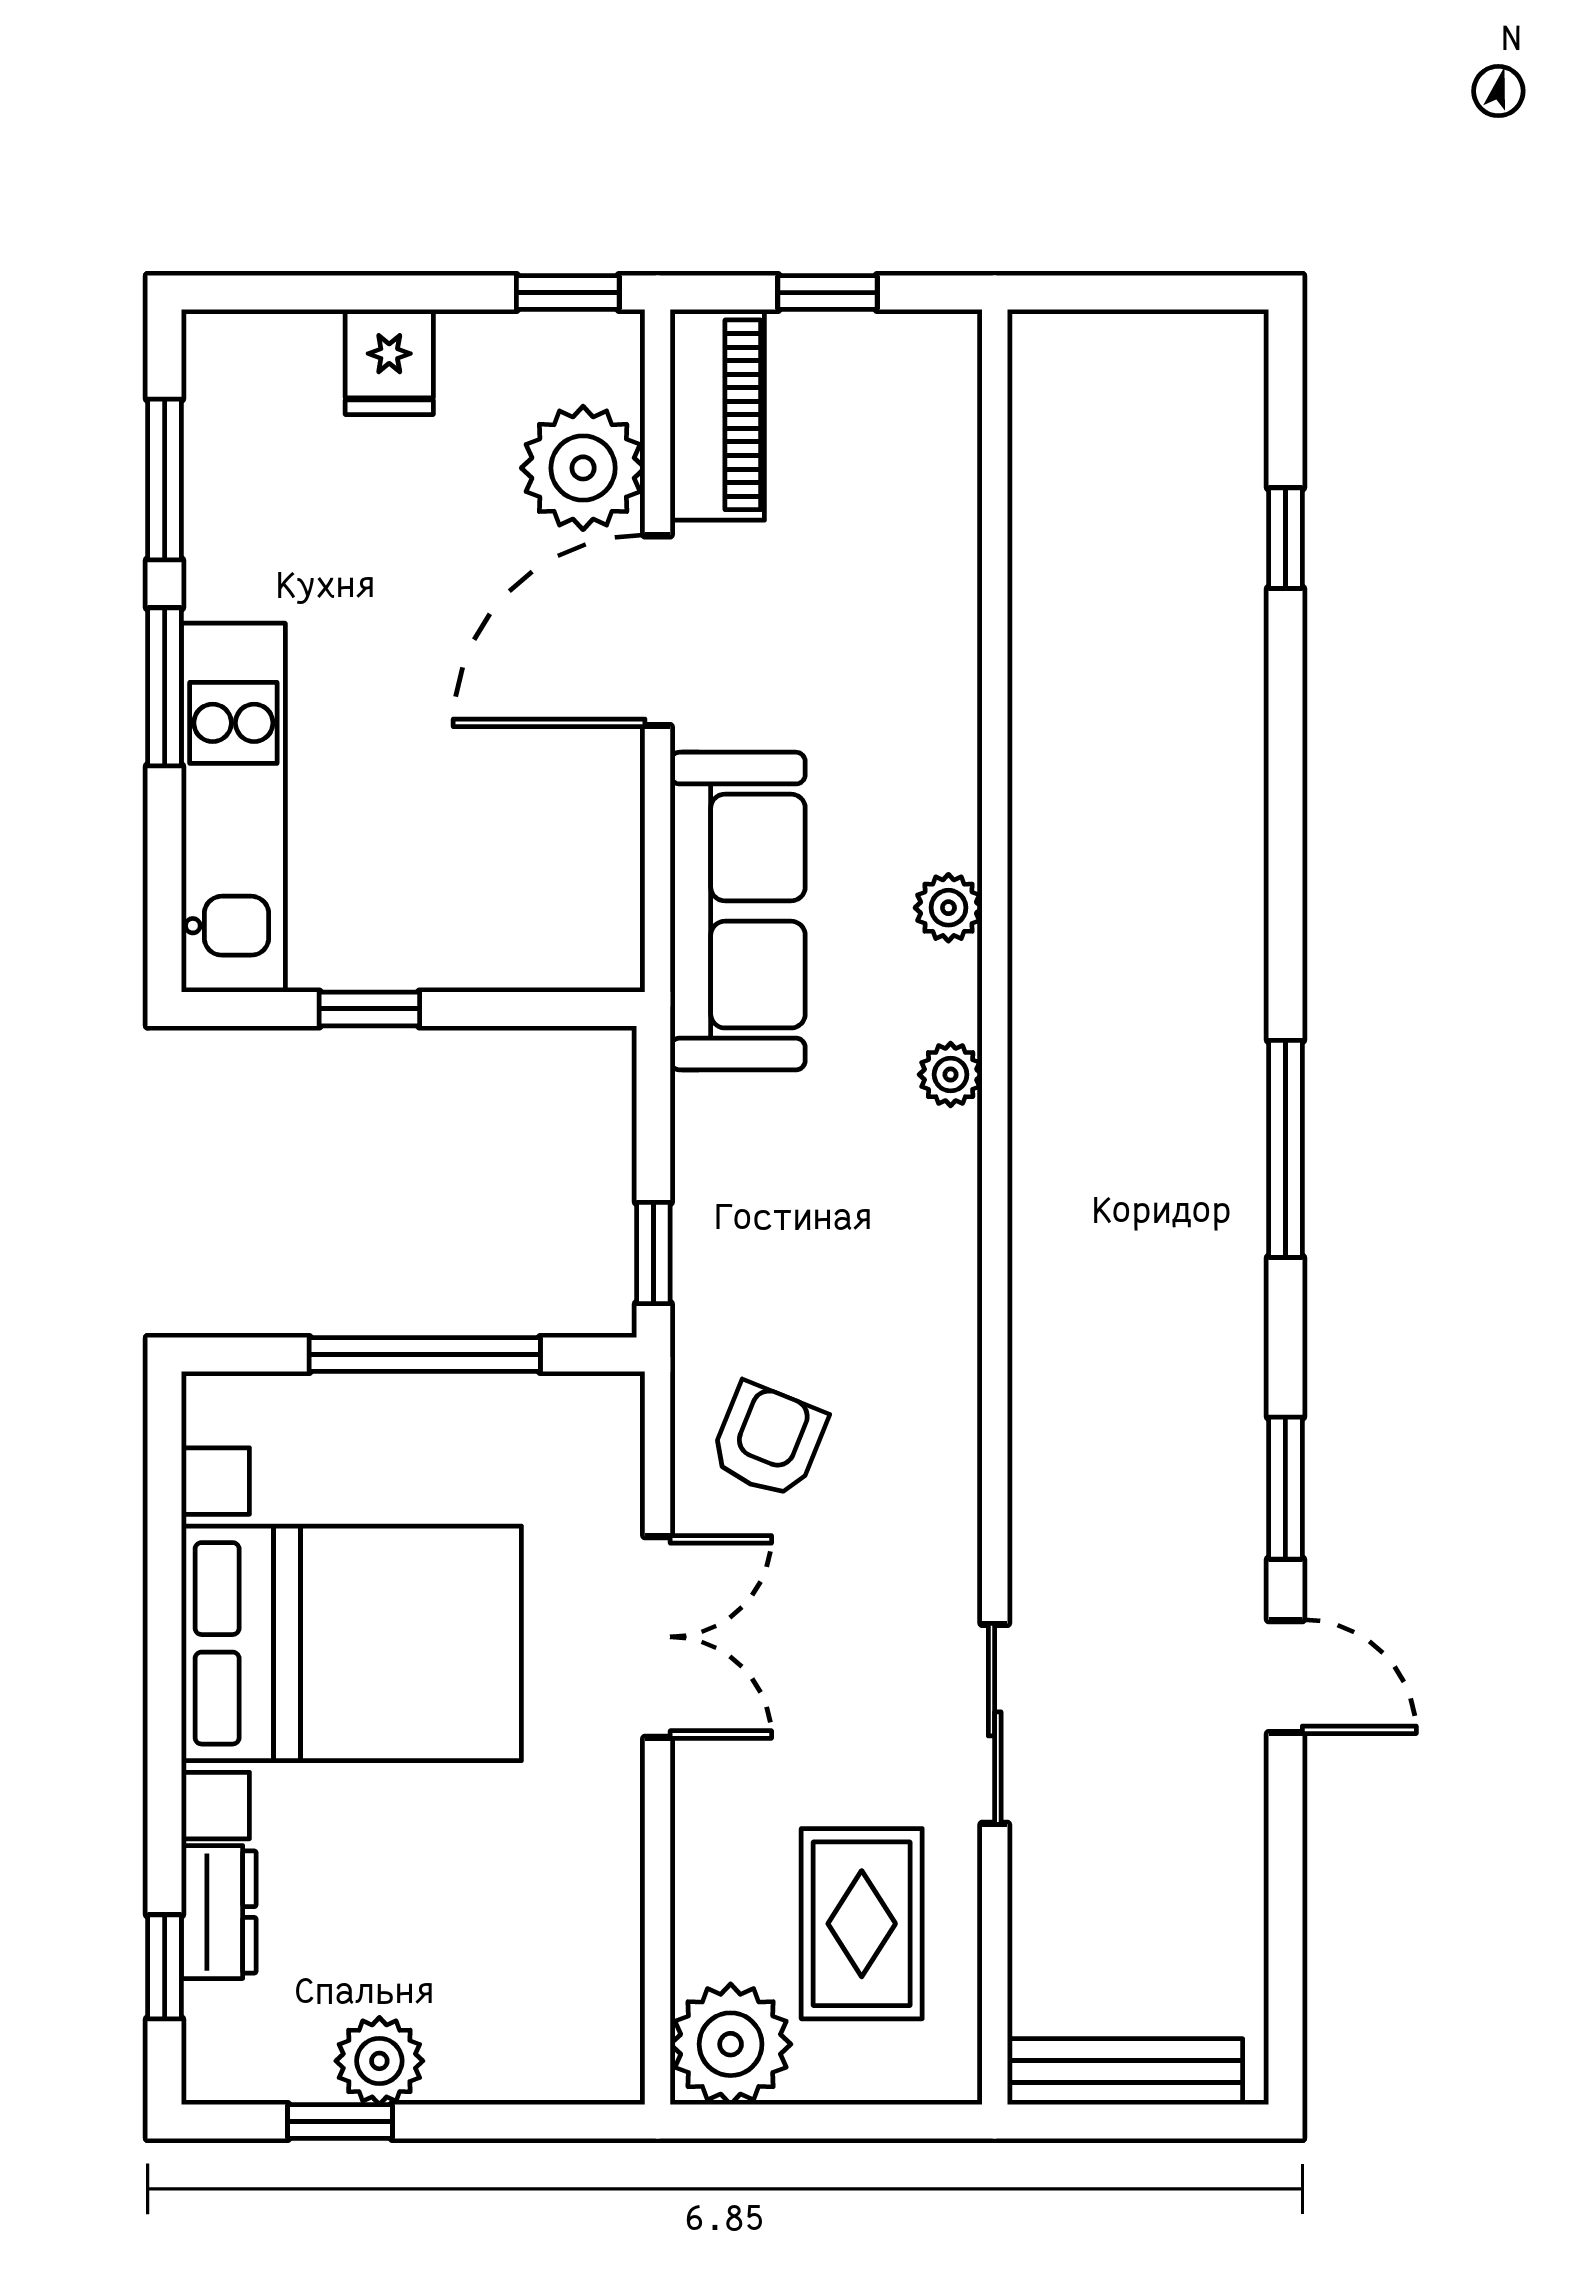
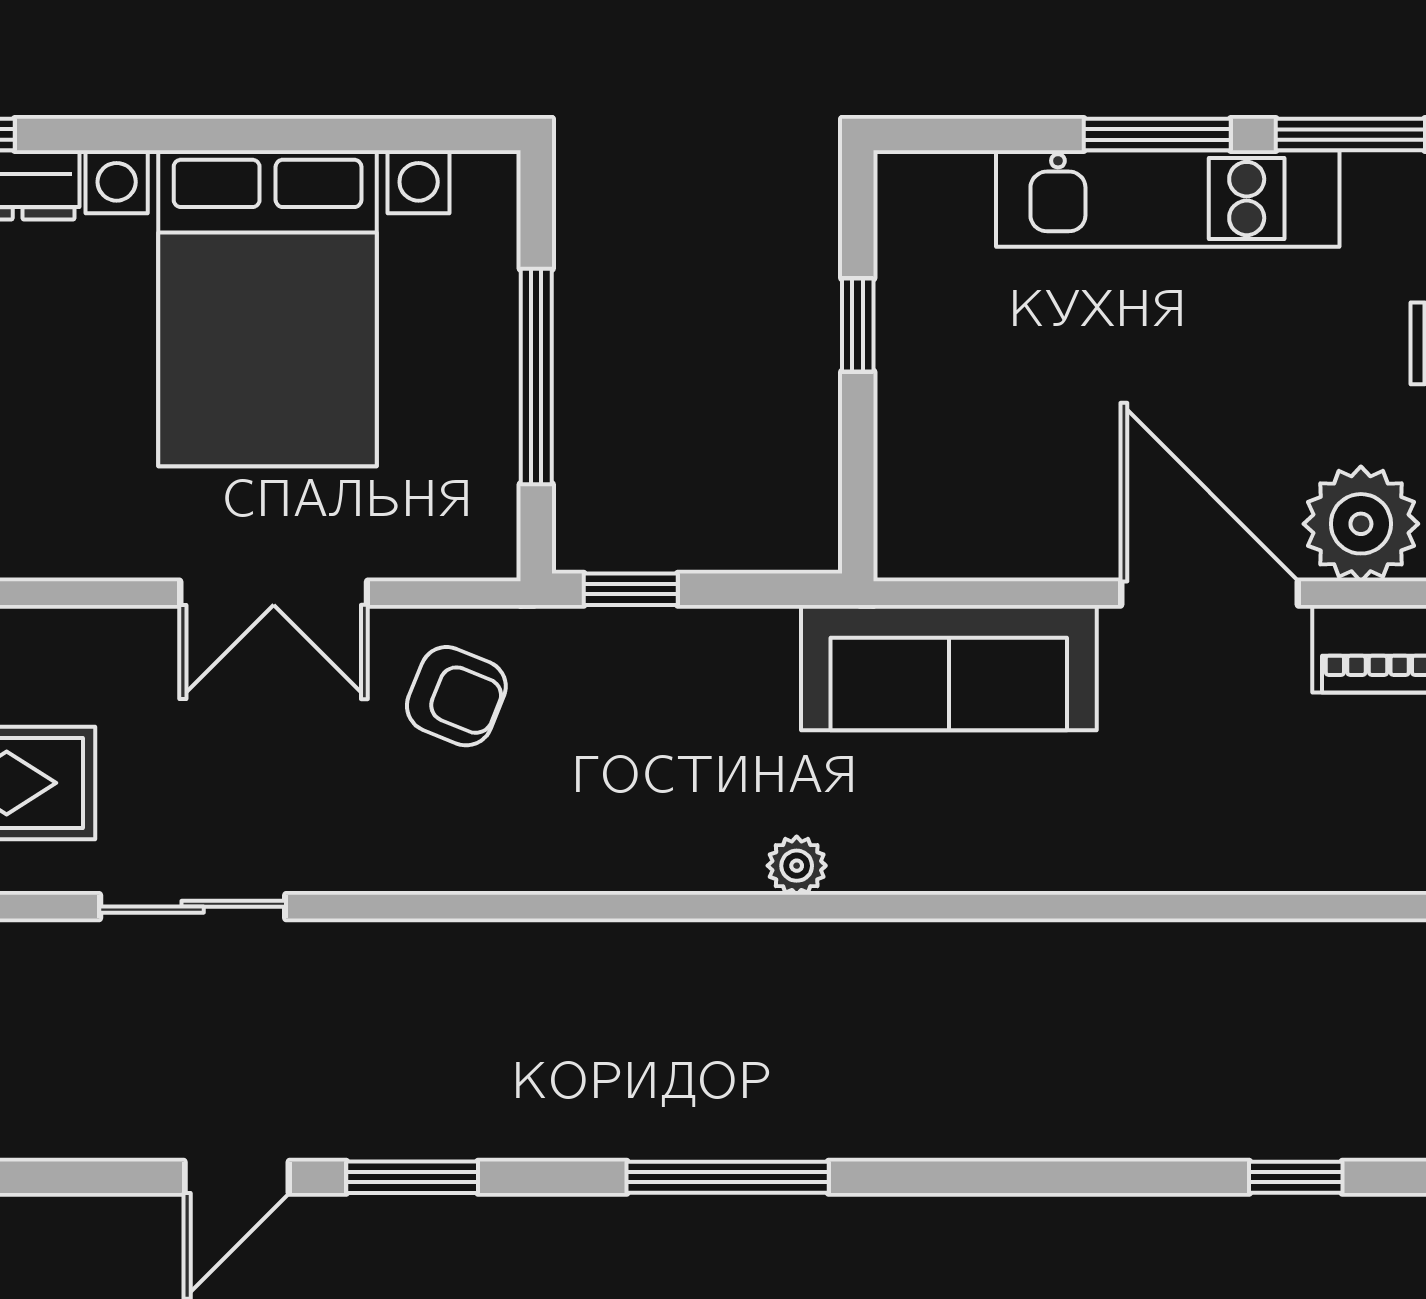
kitchen unit: (233, 808) -> (1168, 199), moved
plant: (948, 908) -> (952, 864), removed

